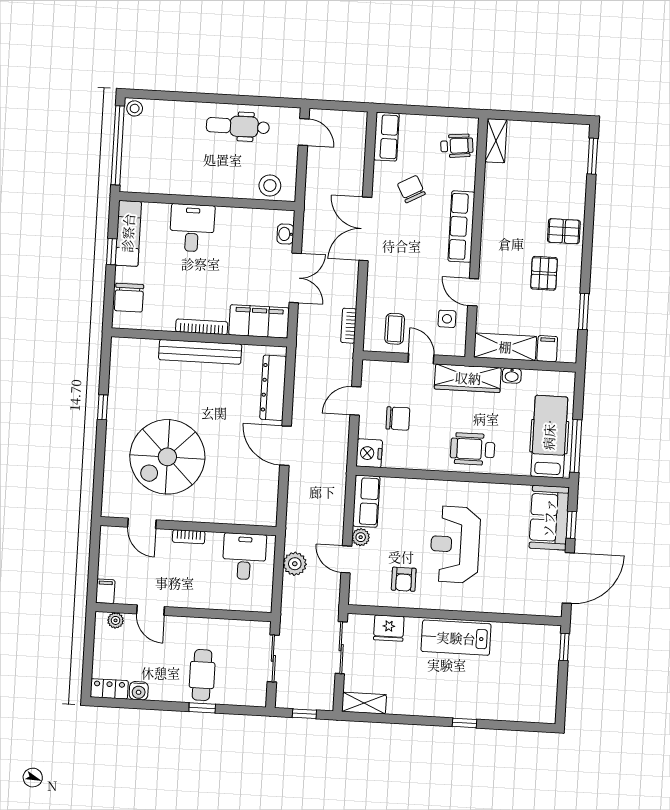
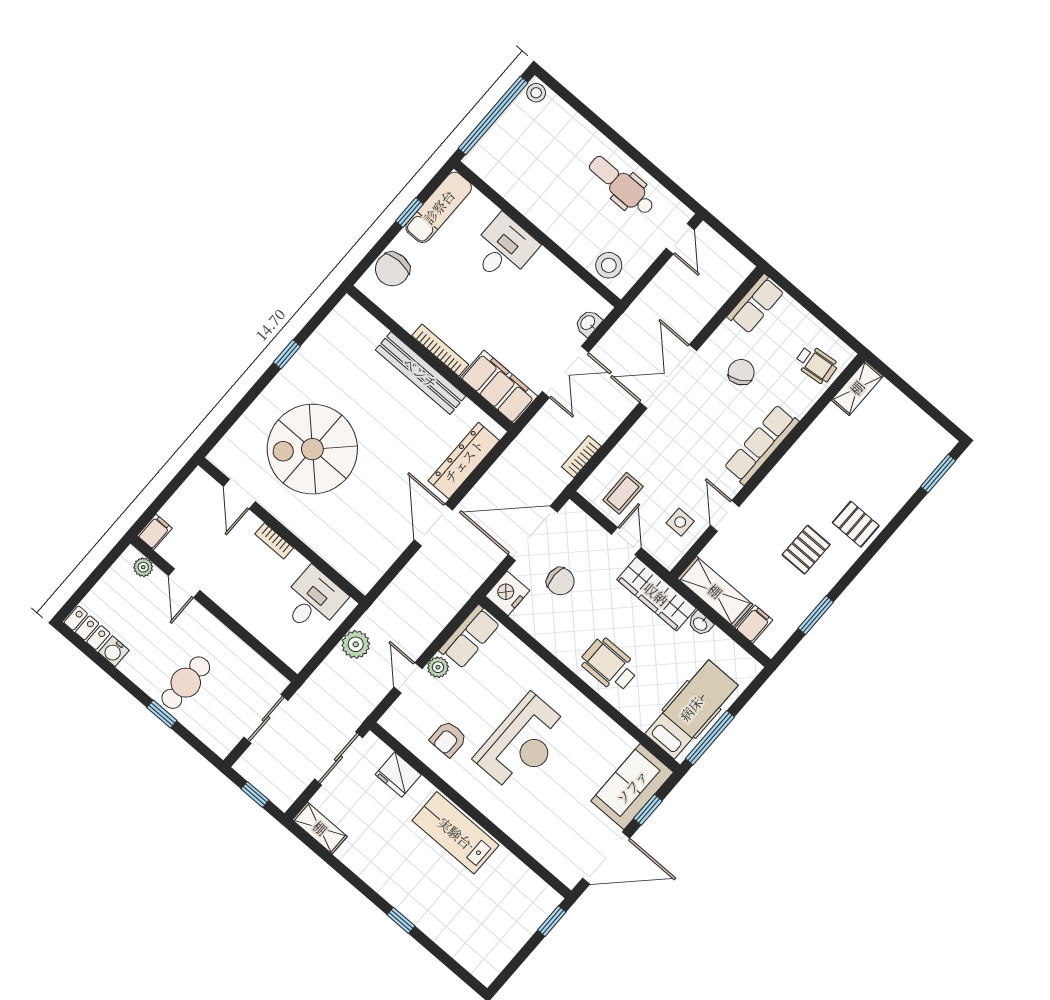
door: (355, 401) -> (533, 533), width x1.88
reception desk: (455, 544) -> (523, 743), turned 180

